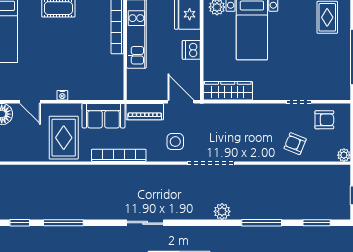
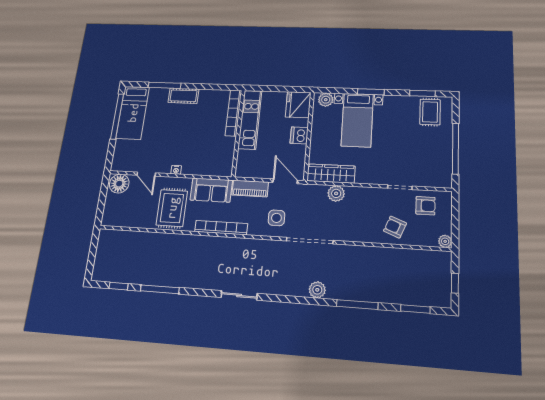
plant: (234, 112) -> (336, 193), added

